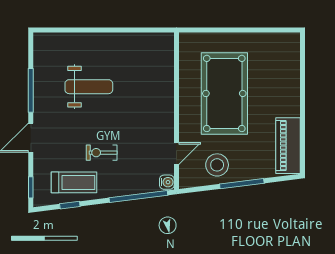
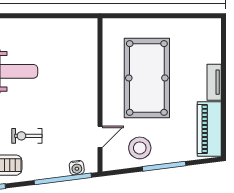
tv unit: (293, 98) -> (214, 82), added
water cooler: (167, 182) -> (77, 168), moved, turned 83

